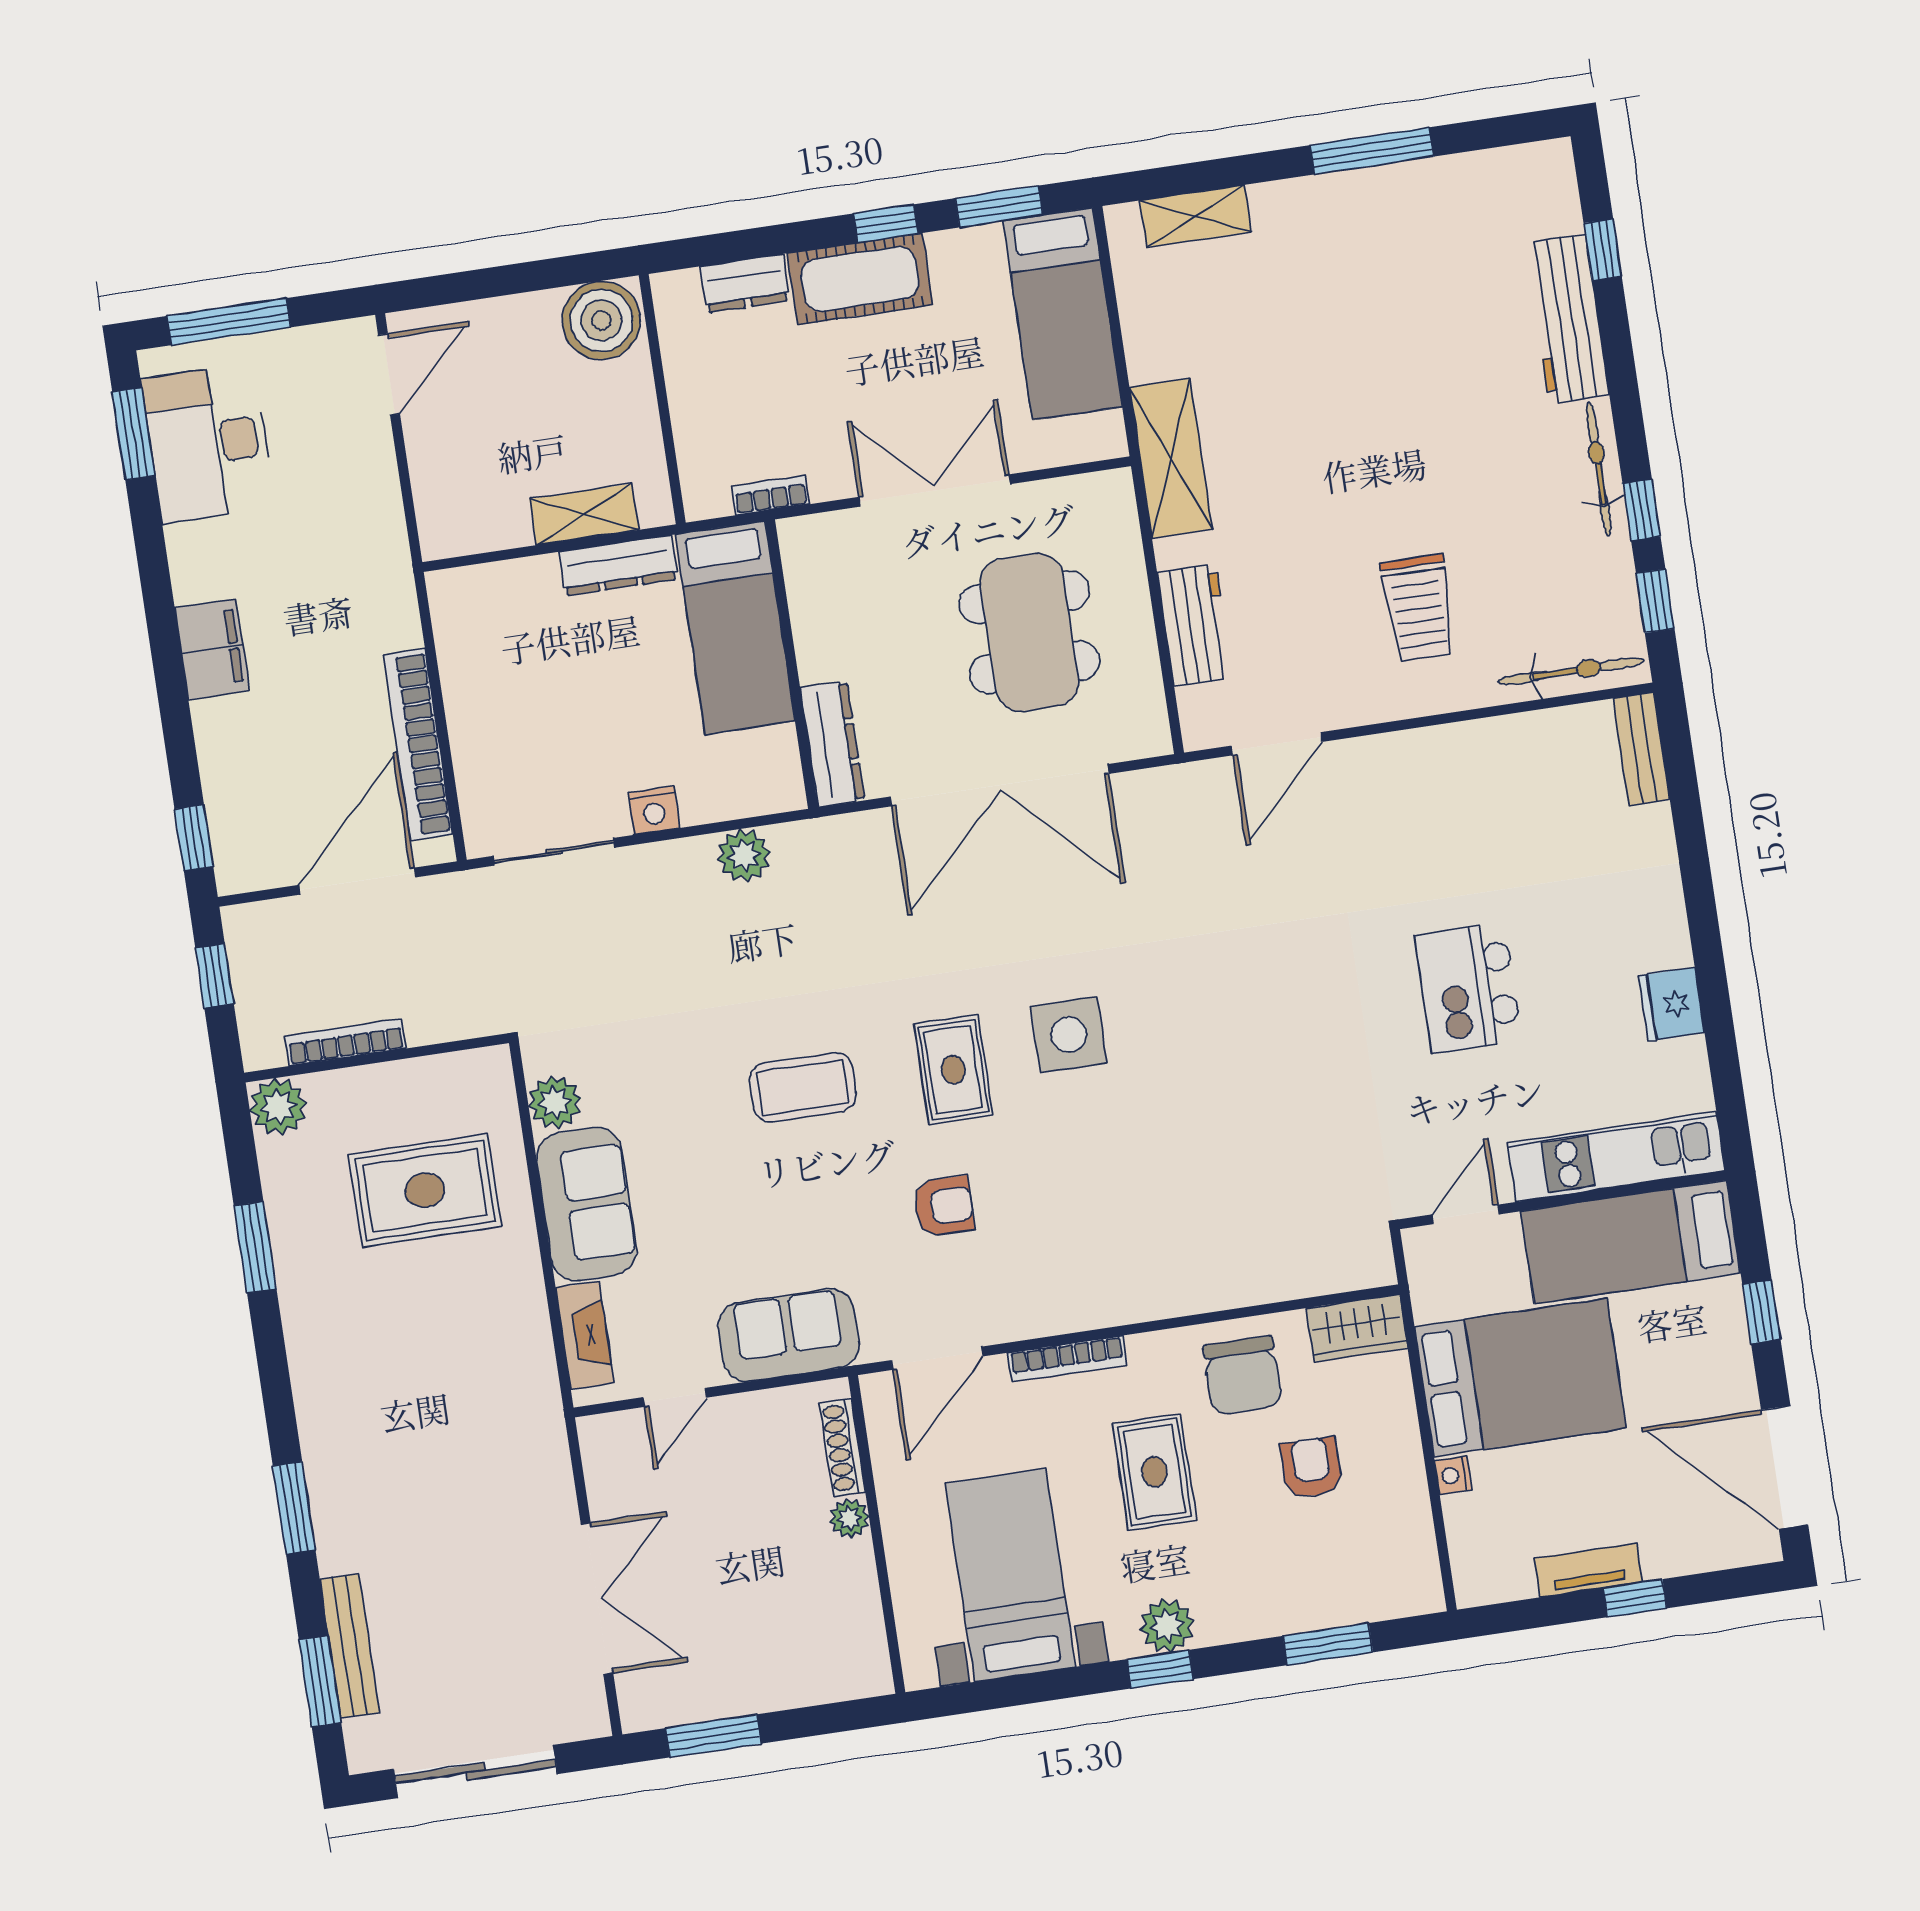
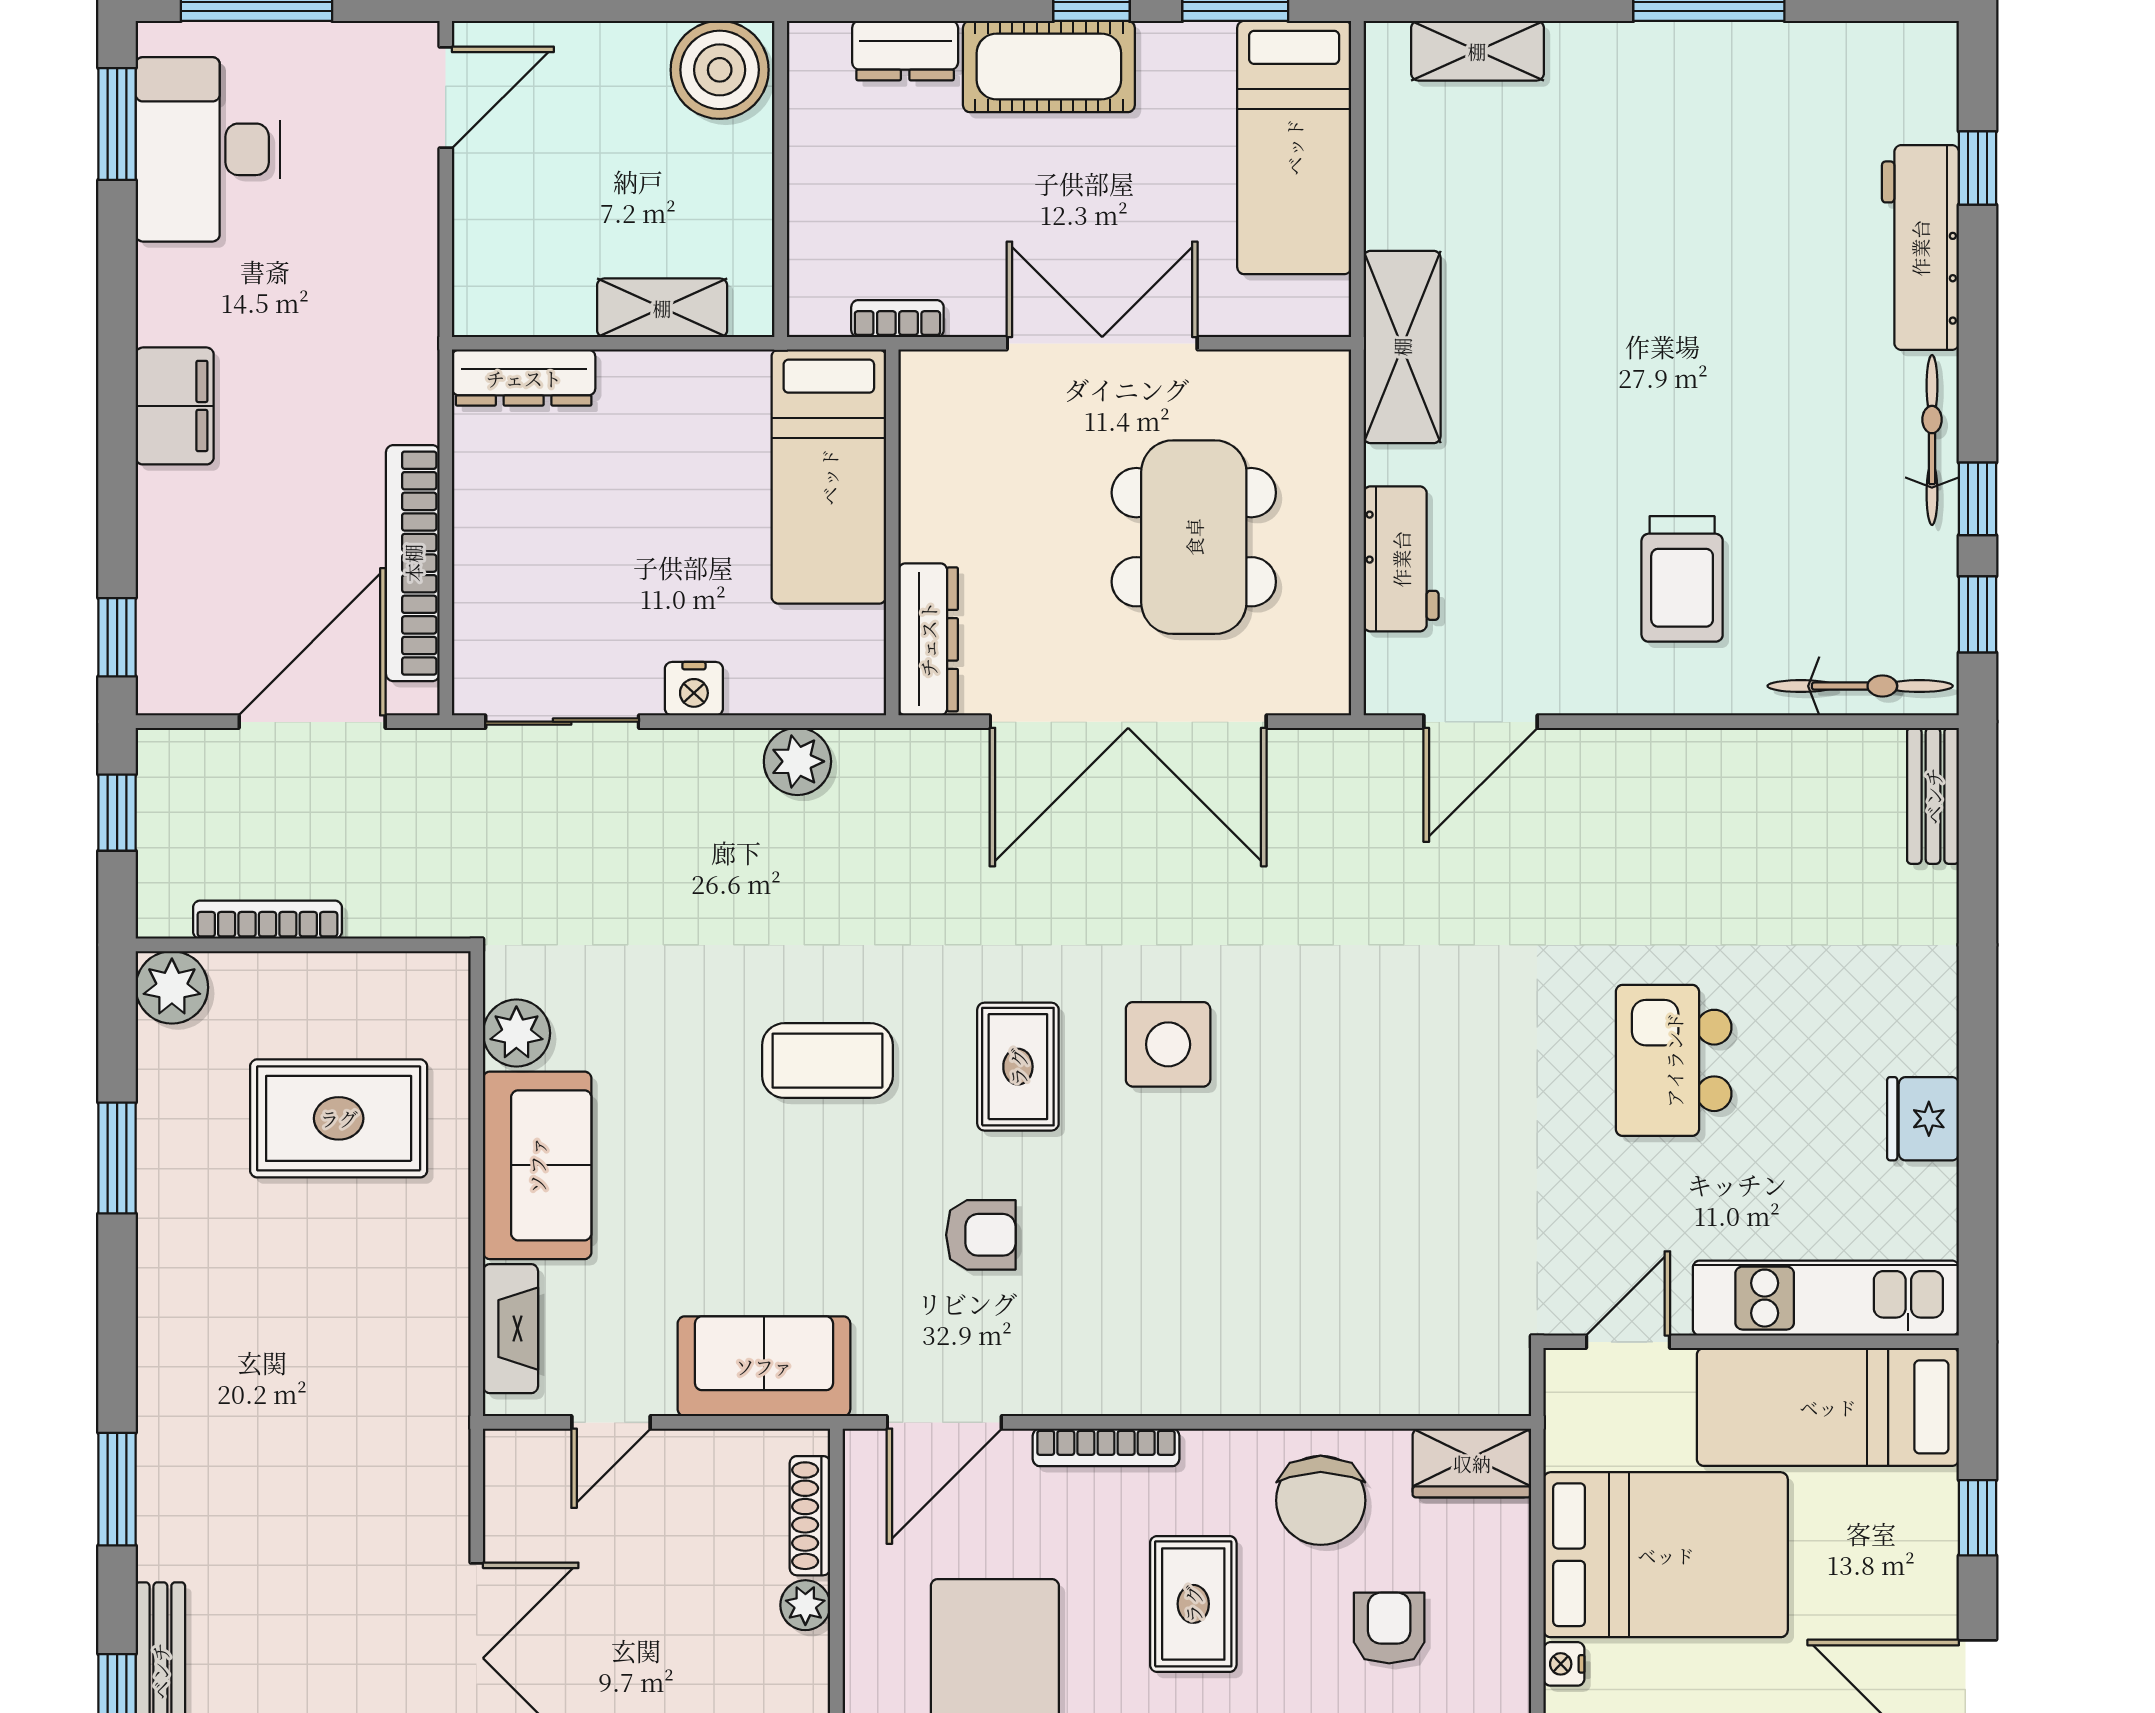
dresser: (618, 565) -> (524, 378), moved

